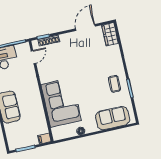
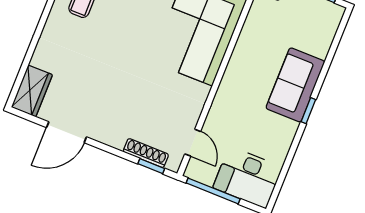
door: (33, 57) -> (193, 143), swing flipped

